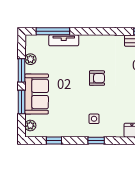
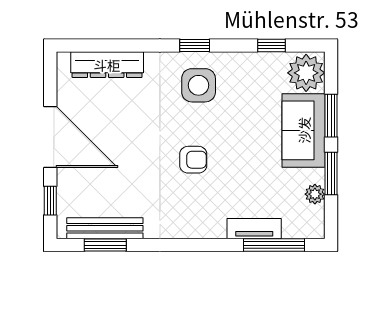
armchair: (97, 78) -> (193, 160), turned 180
side table: (94, 119) -> (199, 85), width x1.87, depth x1.87
plant: (30, 125) -> (306, 73), width x1.88, depth x1.88

